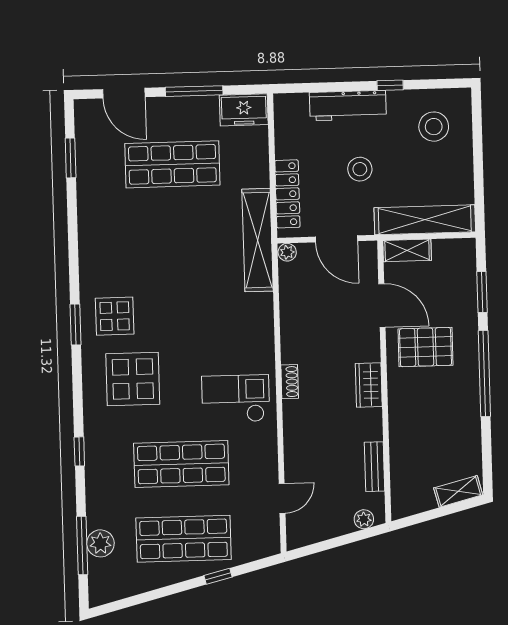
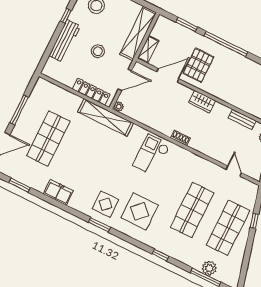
freezer: (244, 110) -> (58, 192), moved, turned -90
checkout: (236, 399) -> (151, 155), moved

